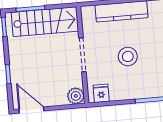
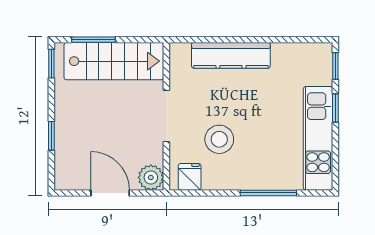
stool: (128, 56) -> (219, 139), moved
door: (31, 110) -> (110, 193), moved

